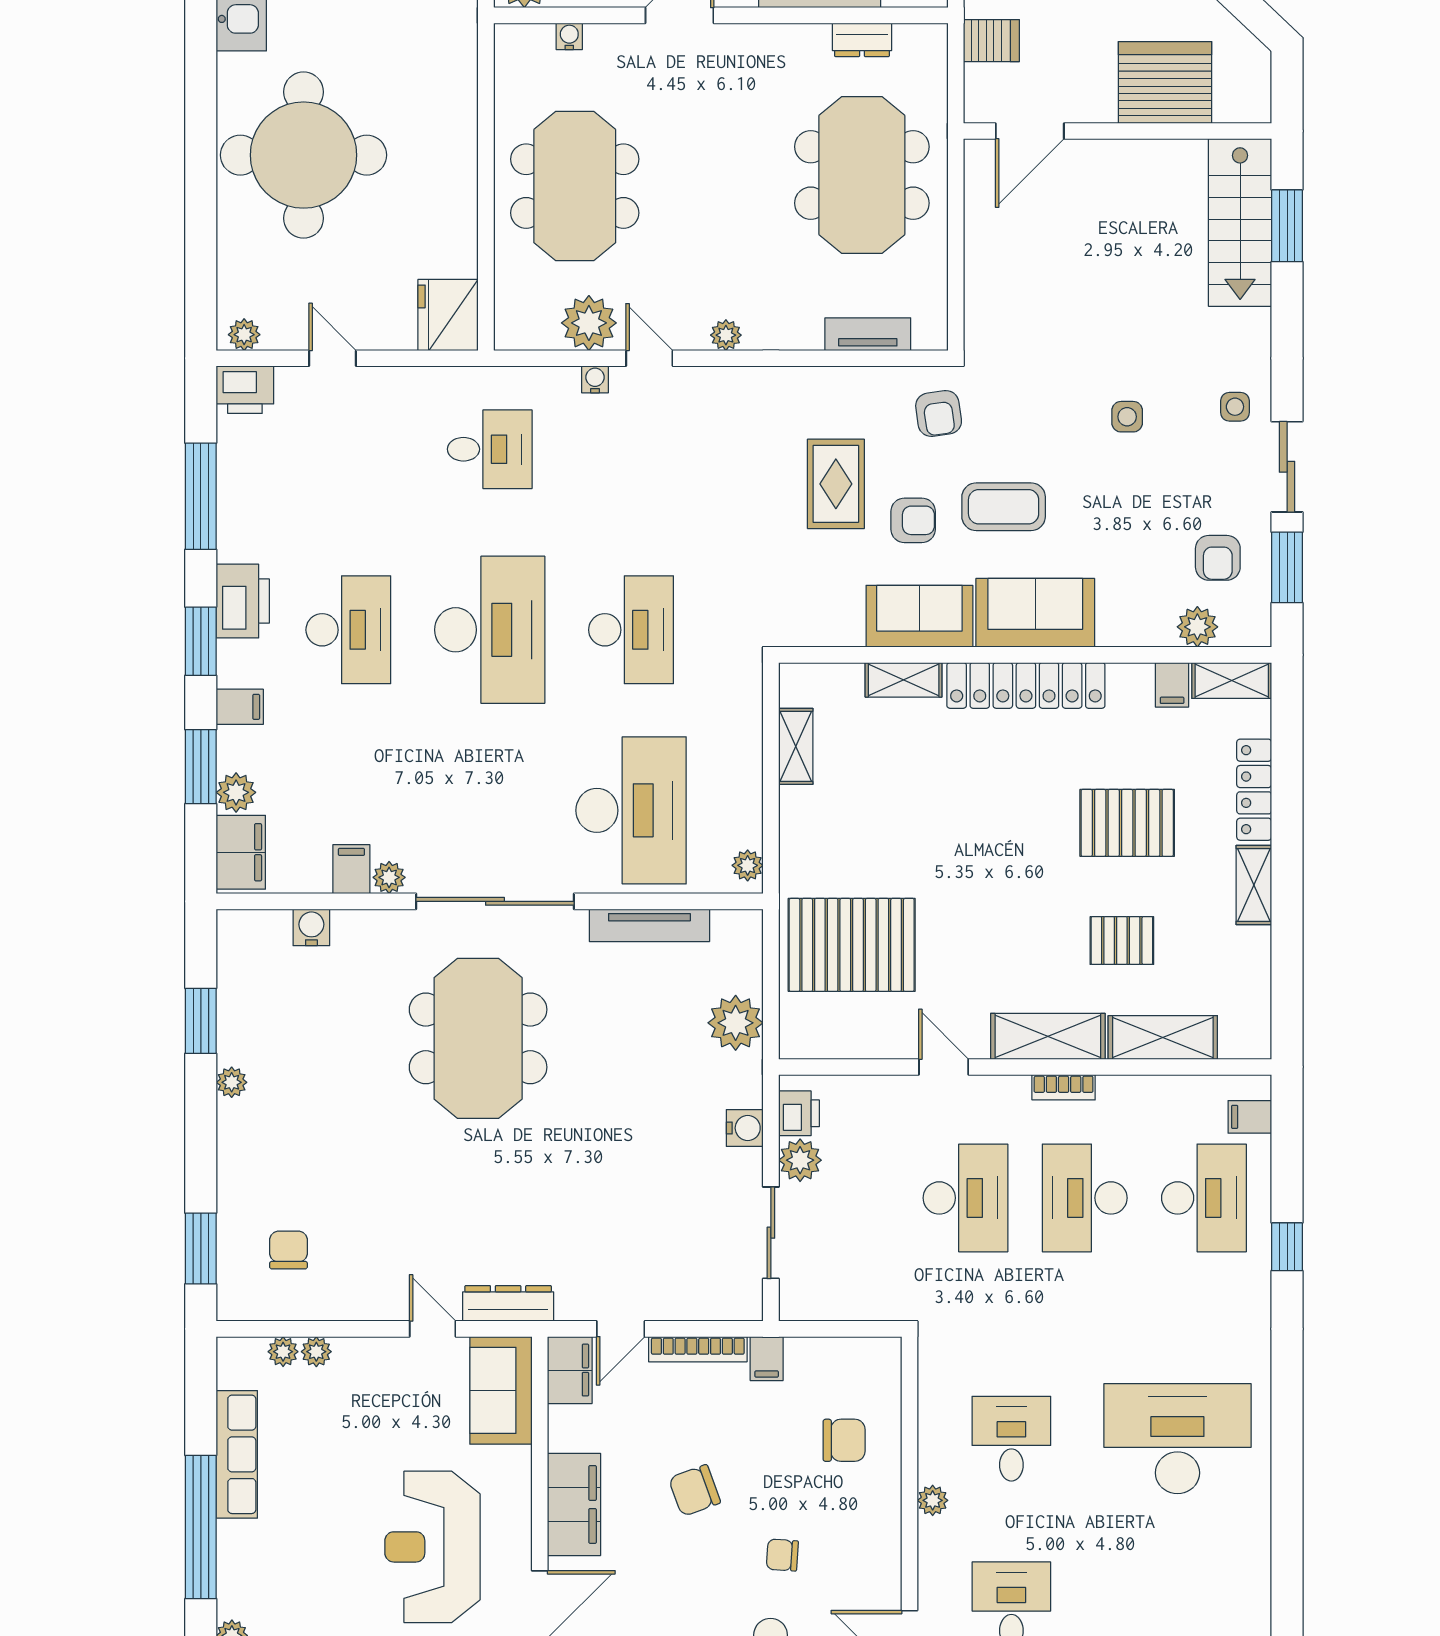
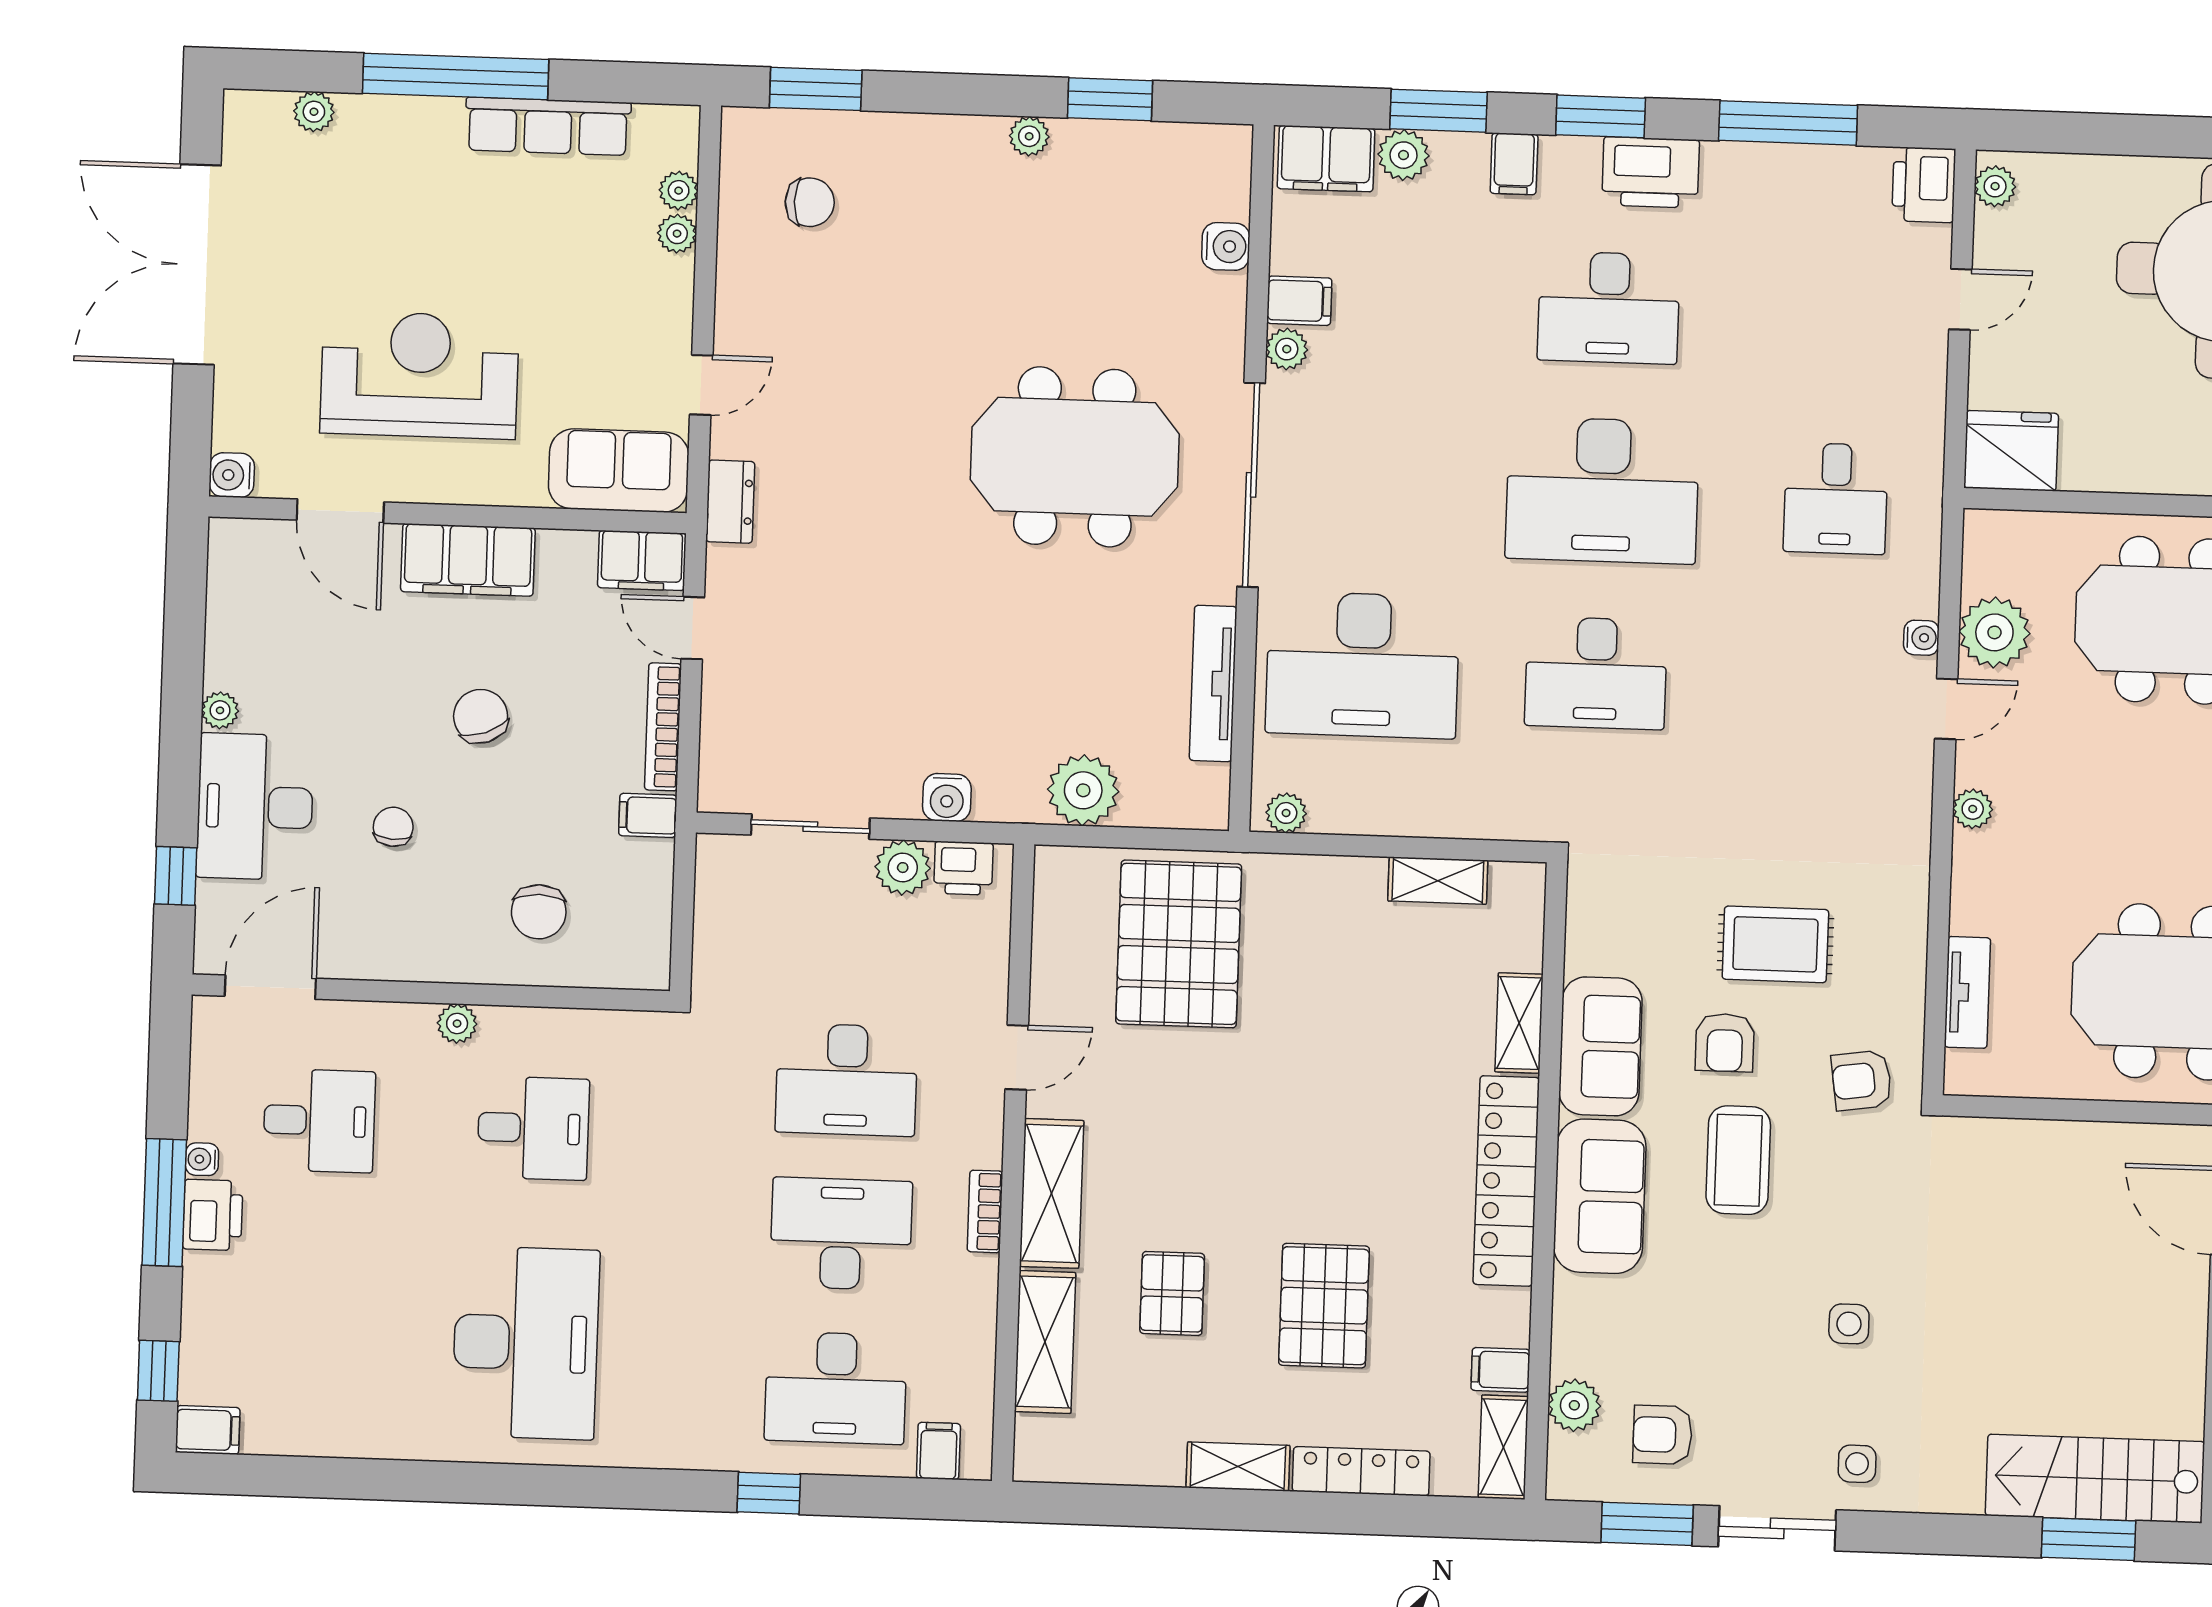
dresser: (508, 1303) -> (730, 502), width x0.70

